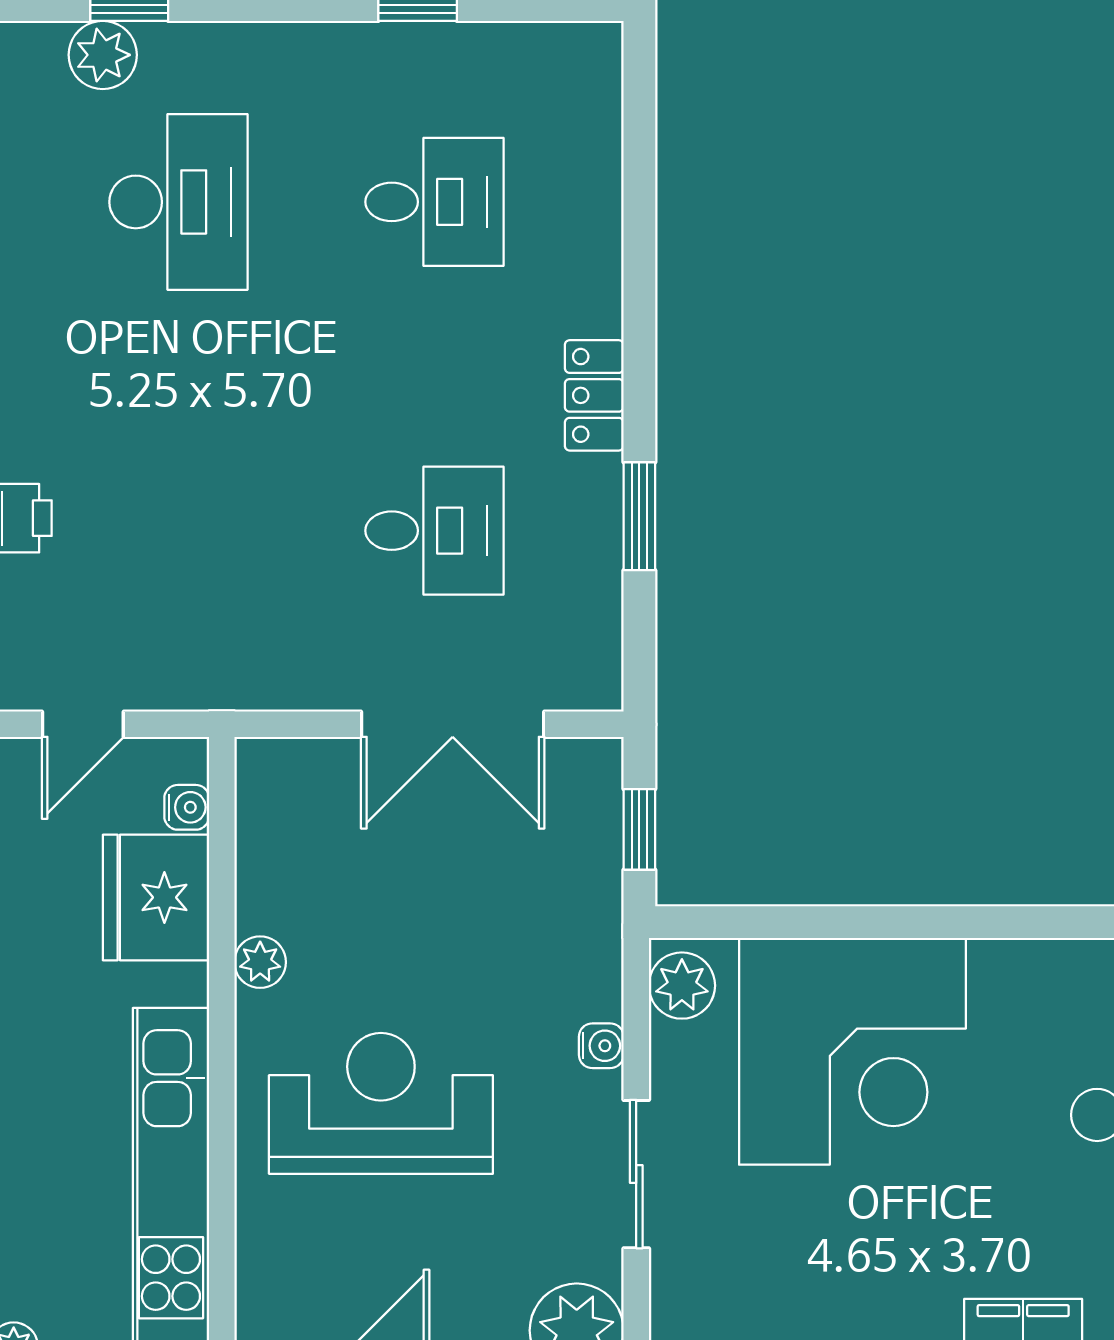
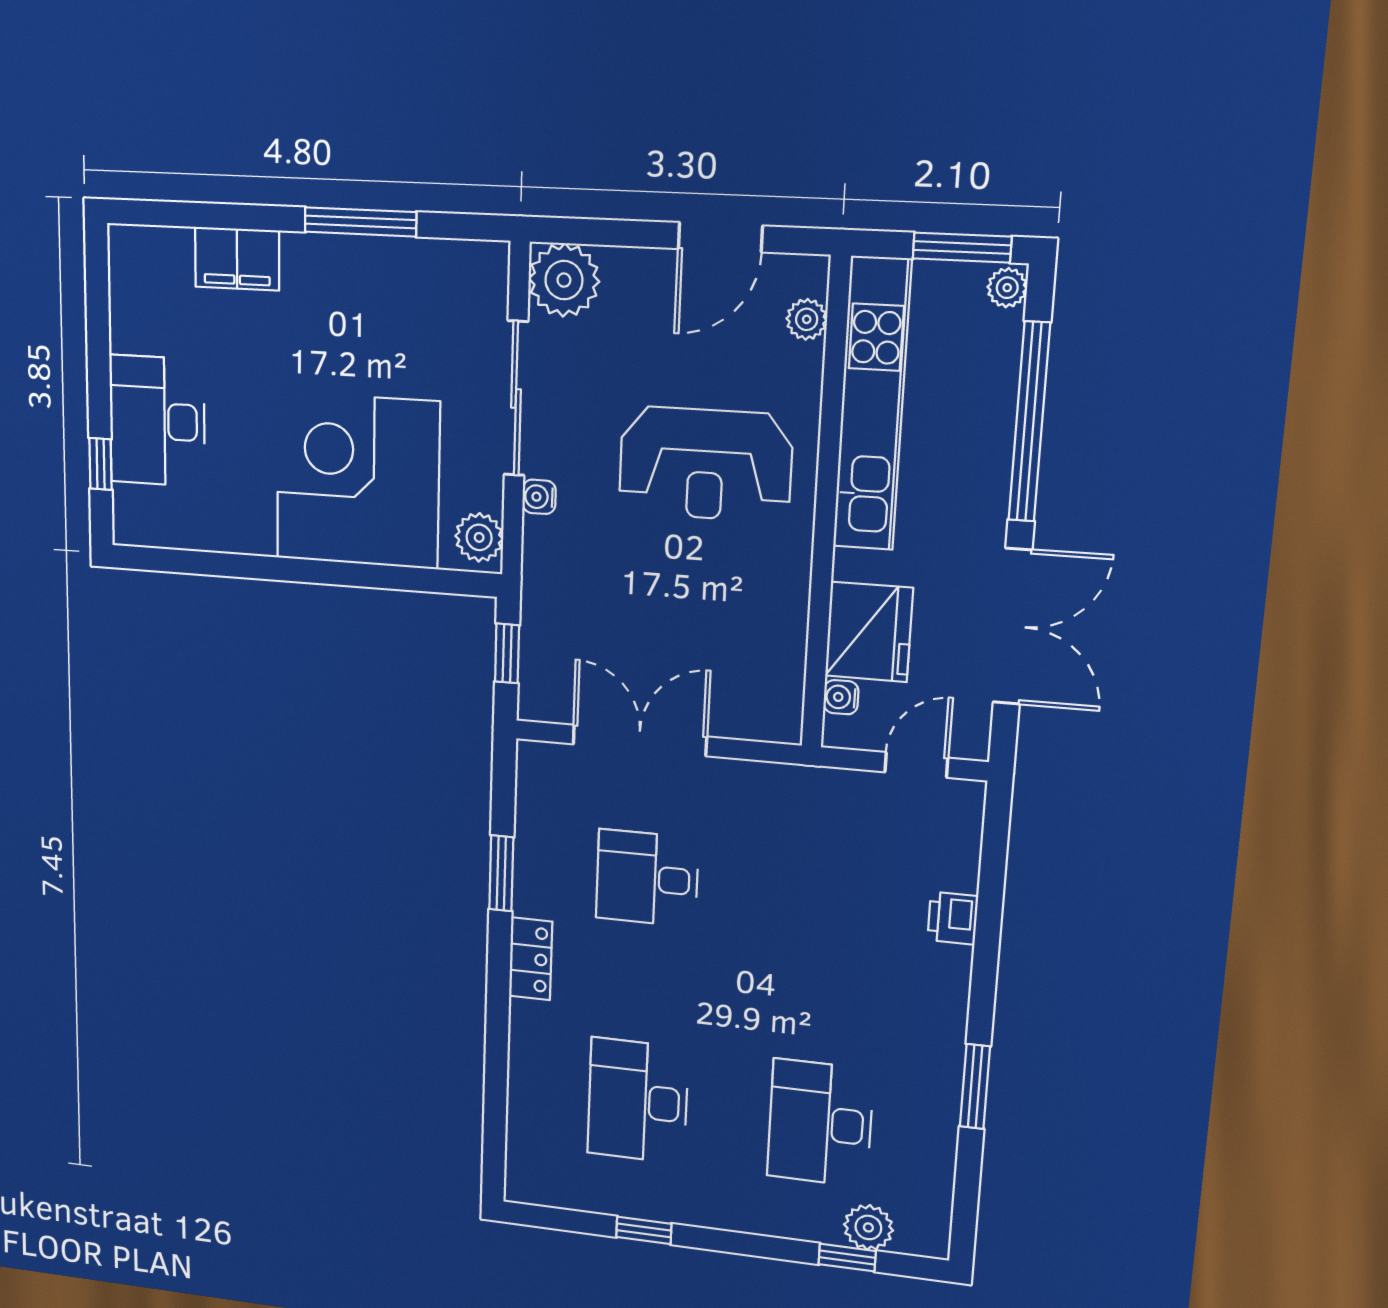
desk: (434, 202) -> (638, 1101), width x1.37
plant: (260, 962) -> (807, 319), moved
sliding door: (636, 1174) -> (516, 399), width x1.37

